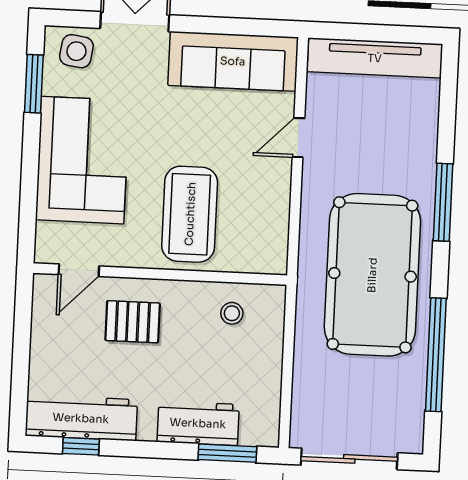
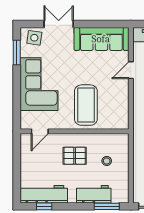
stool: (232, 313) -> (107, 161), moved
pallet: (133, 322) -> (75, 156), moved

